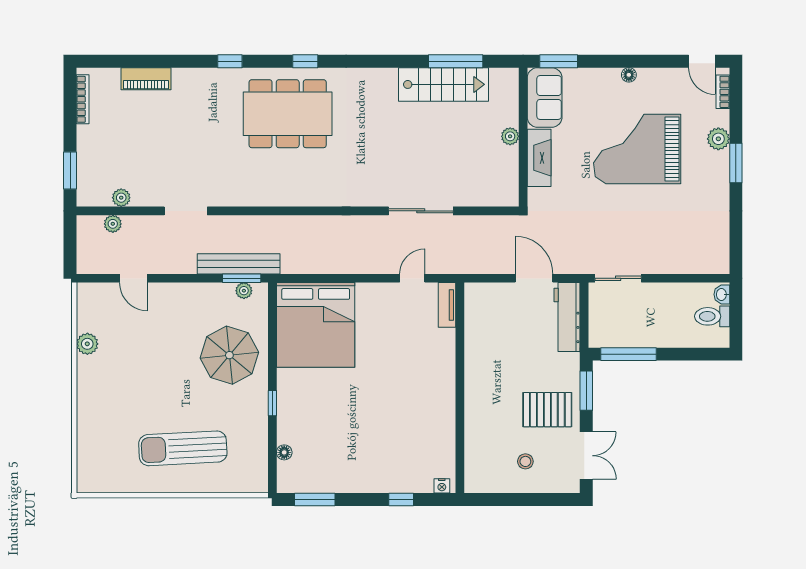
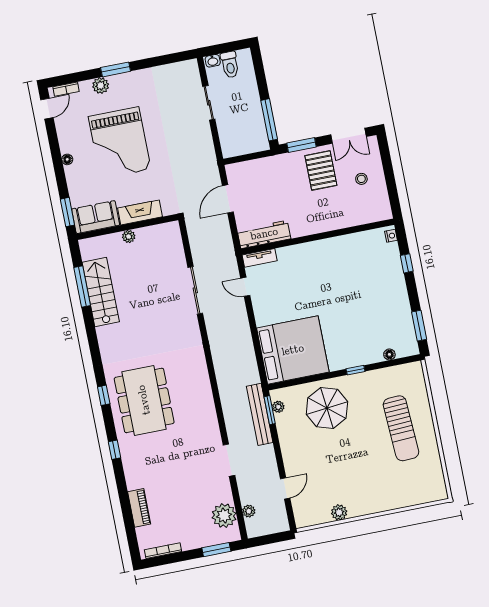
plant: (121, 198) -> (224, 516), width x1.87, depth x1.87
sliding door: (618, 278) -> (209, 103), moved
workbench: (567, 317) -> (264, 234), moved, turned 180
double door: (586, 456) -> (348, 136), swing flipped

